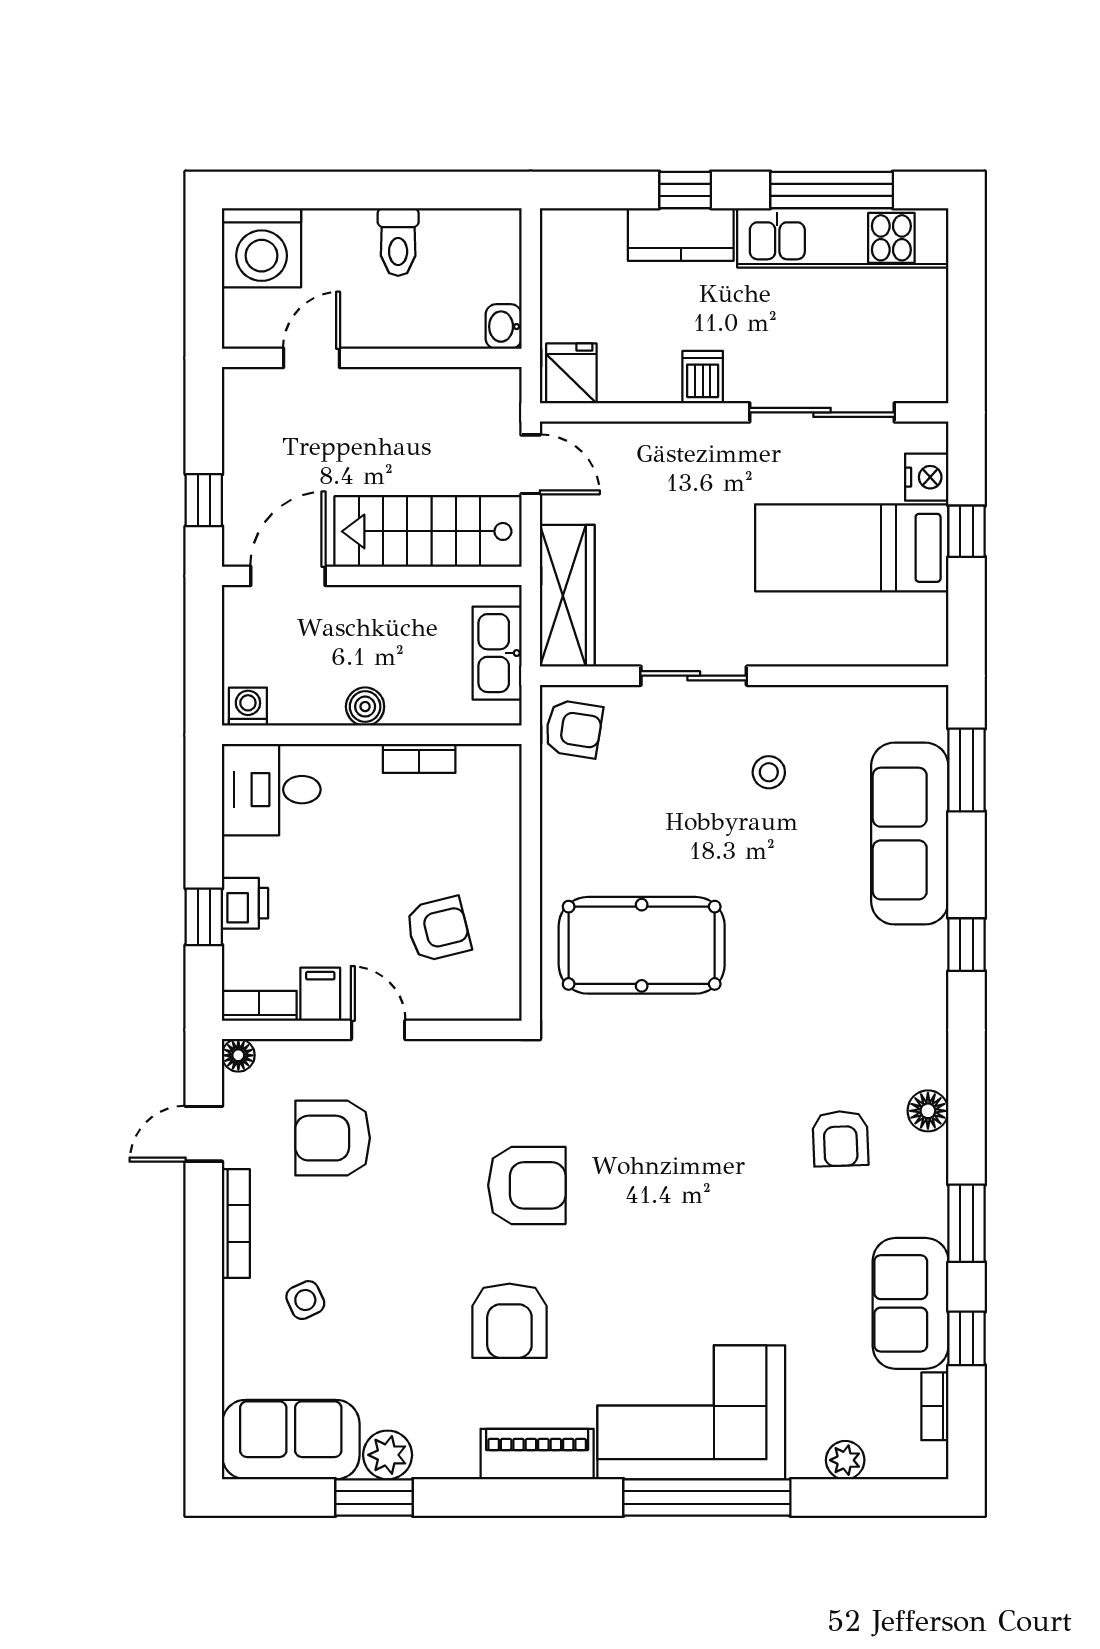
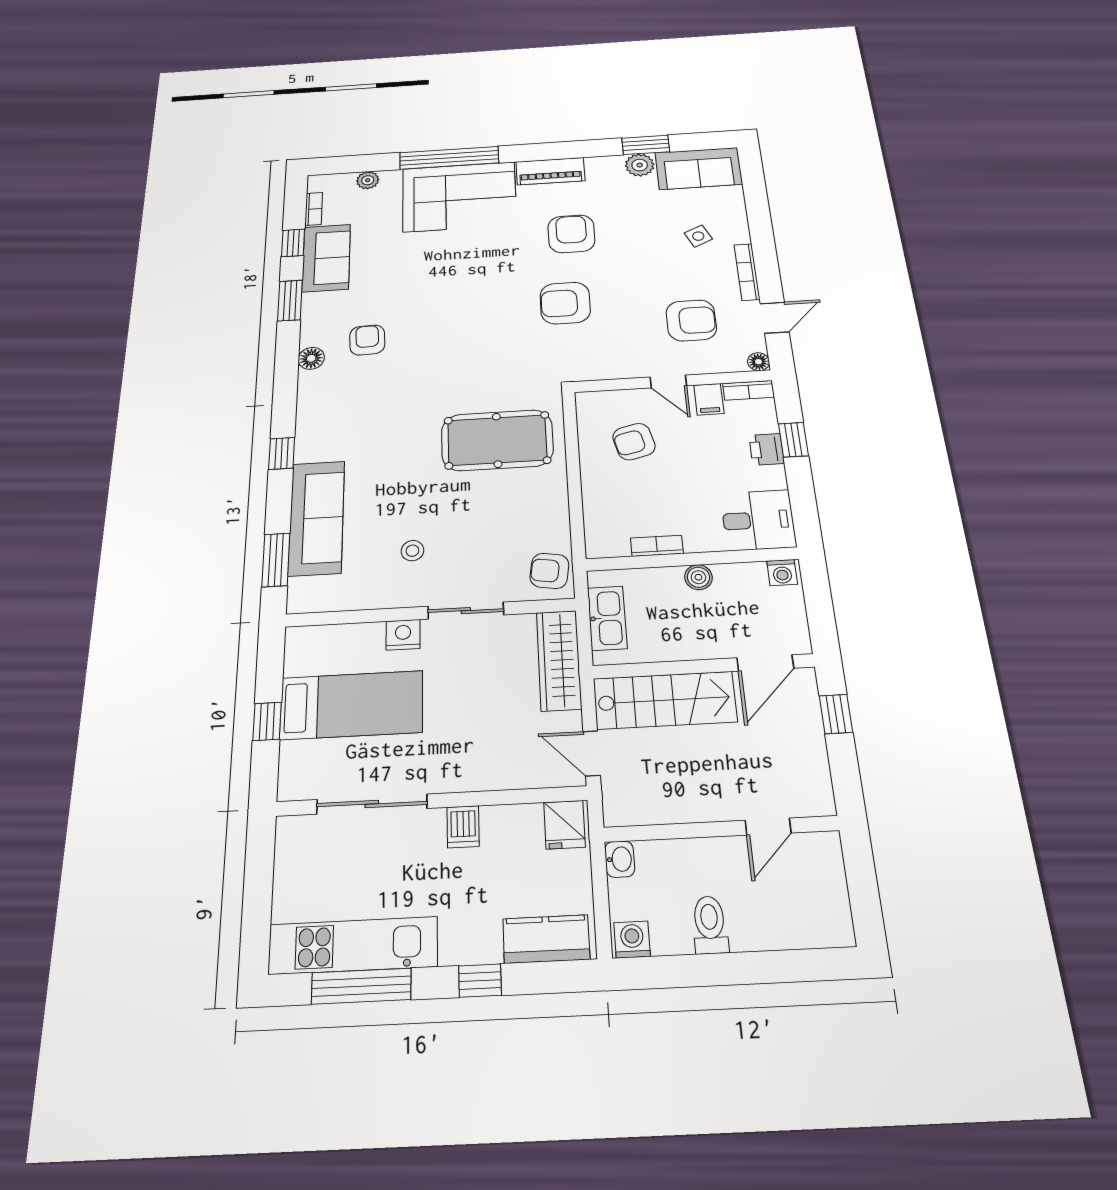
kitchen counter: (681, 234) -> (546, 939), moved
washing machine: (262, 248) -> (632, 940), moved, width x0.53, depth x0.53
nightstand: (927, 477) -> (403, 635), moved, turned 90

